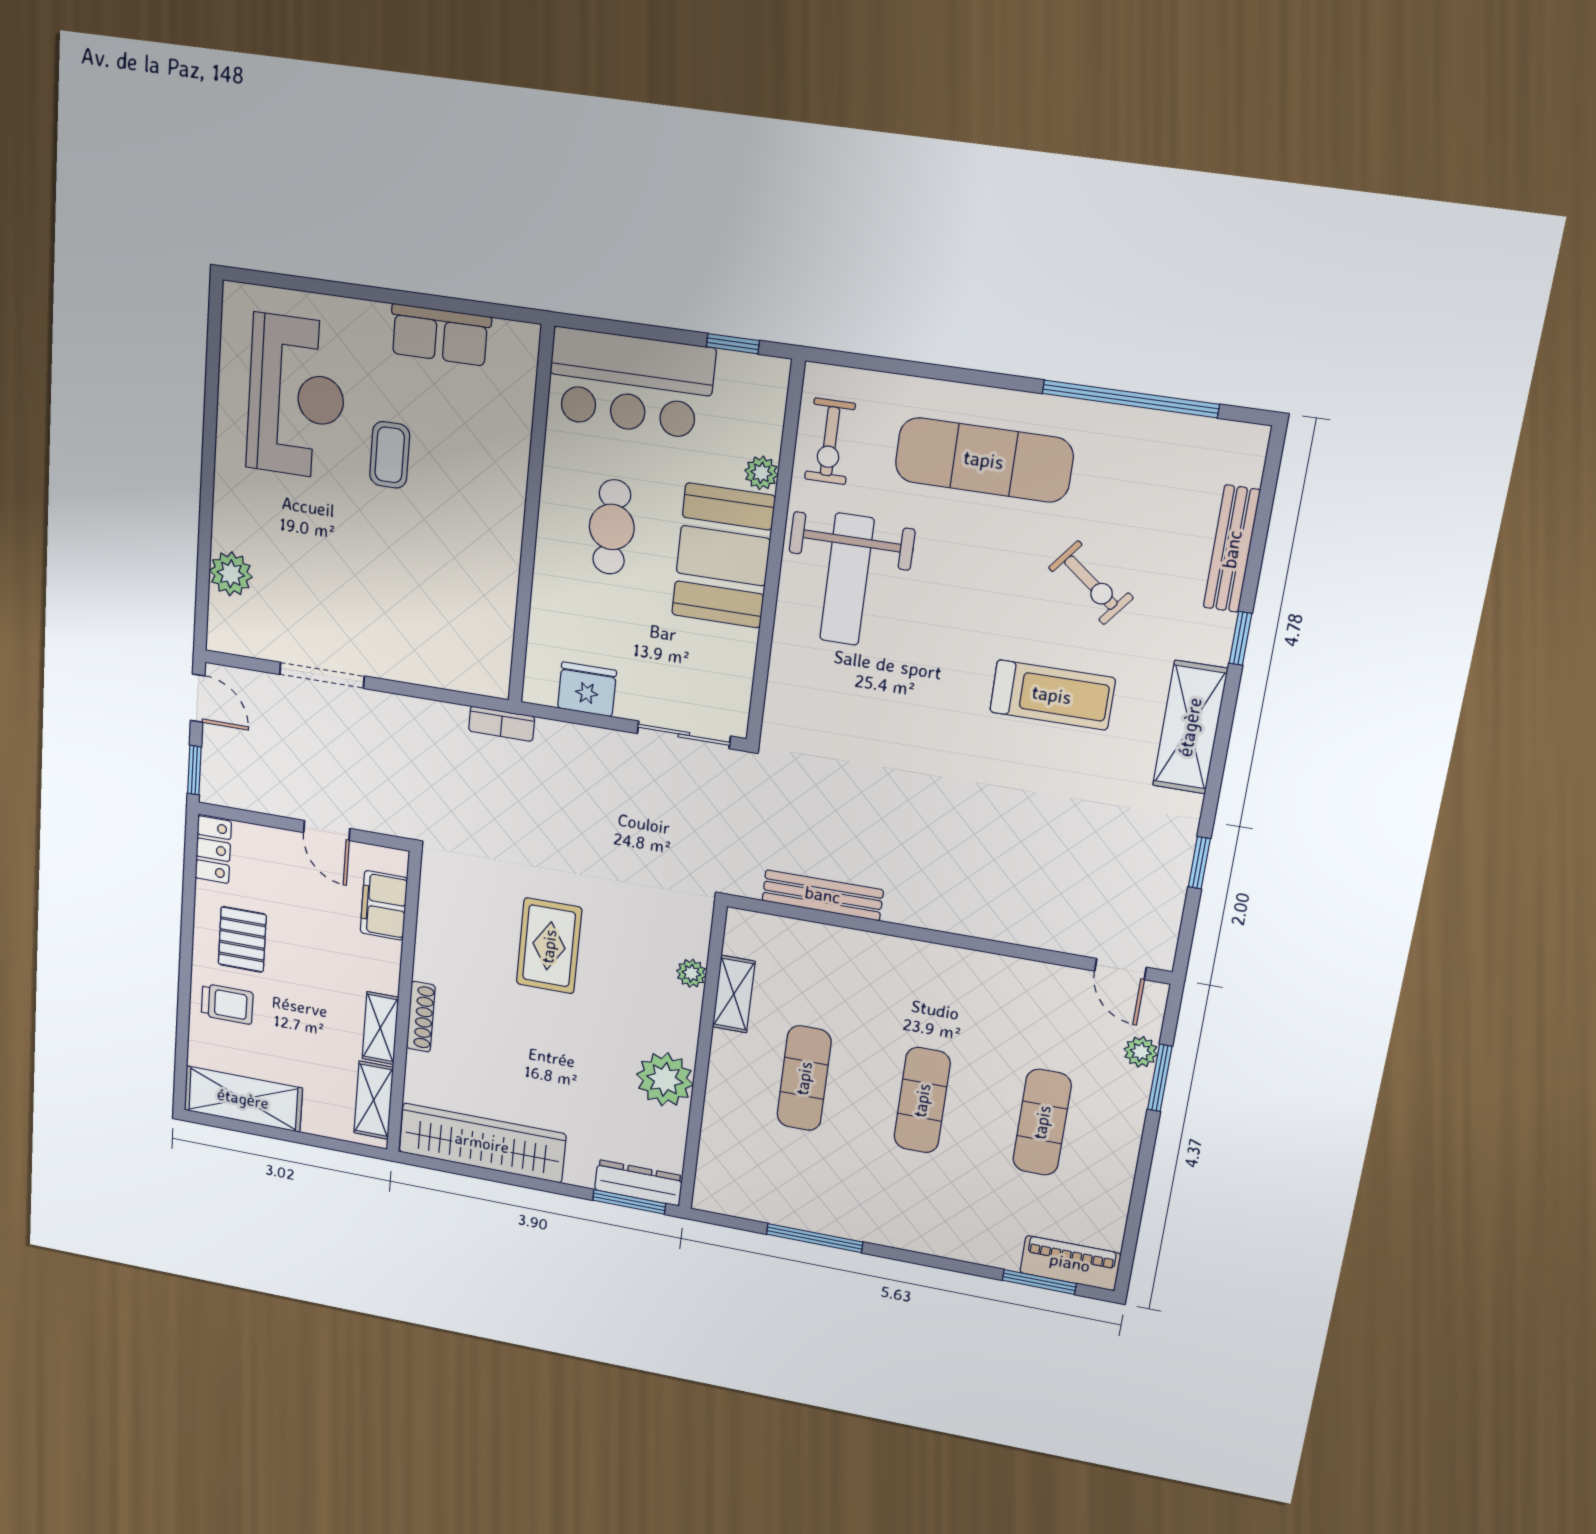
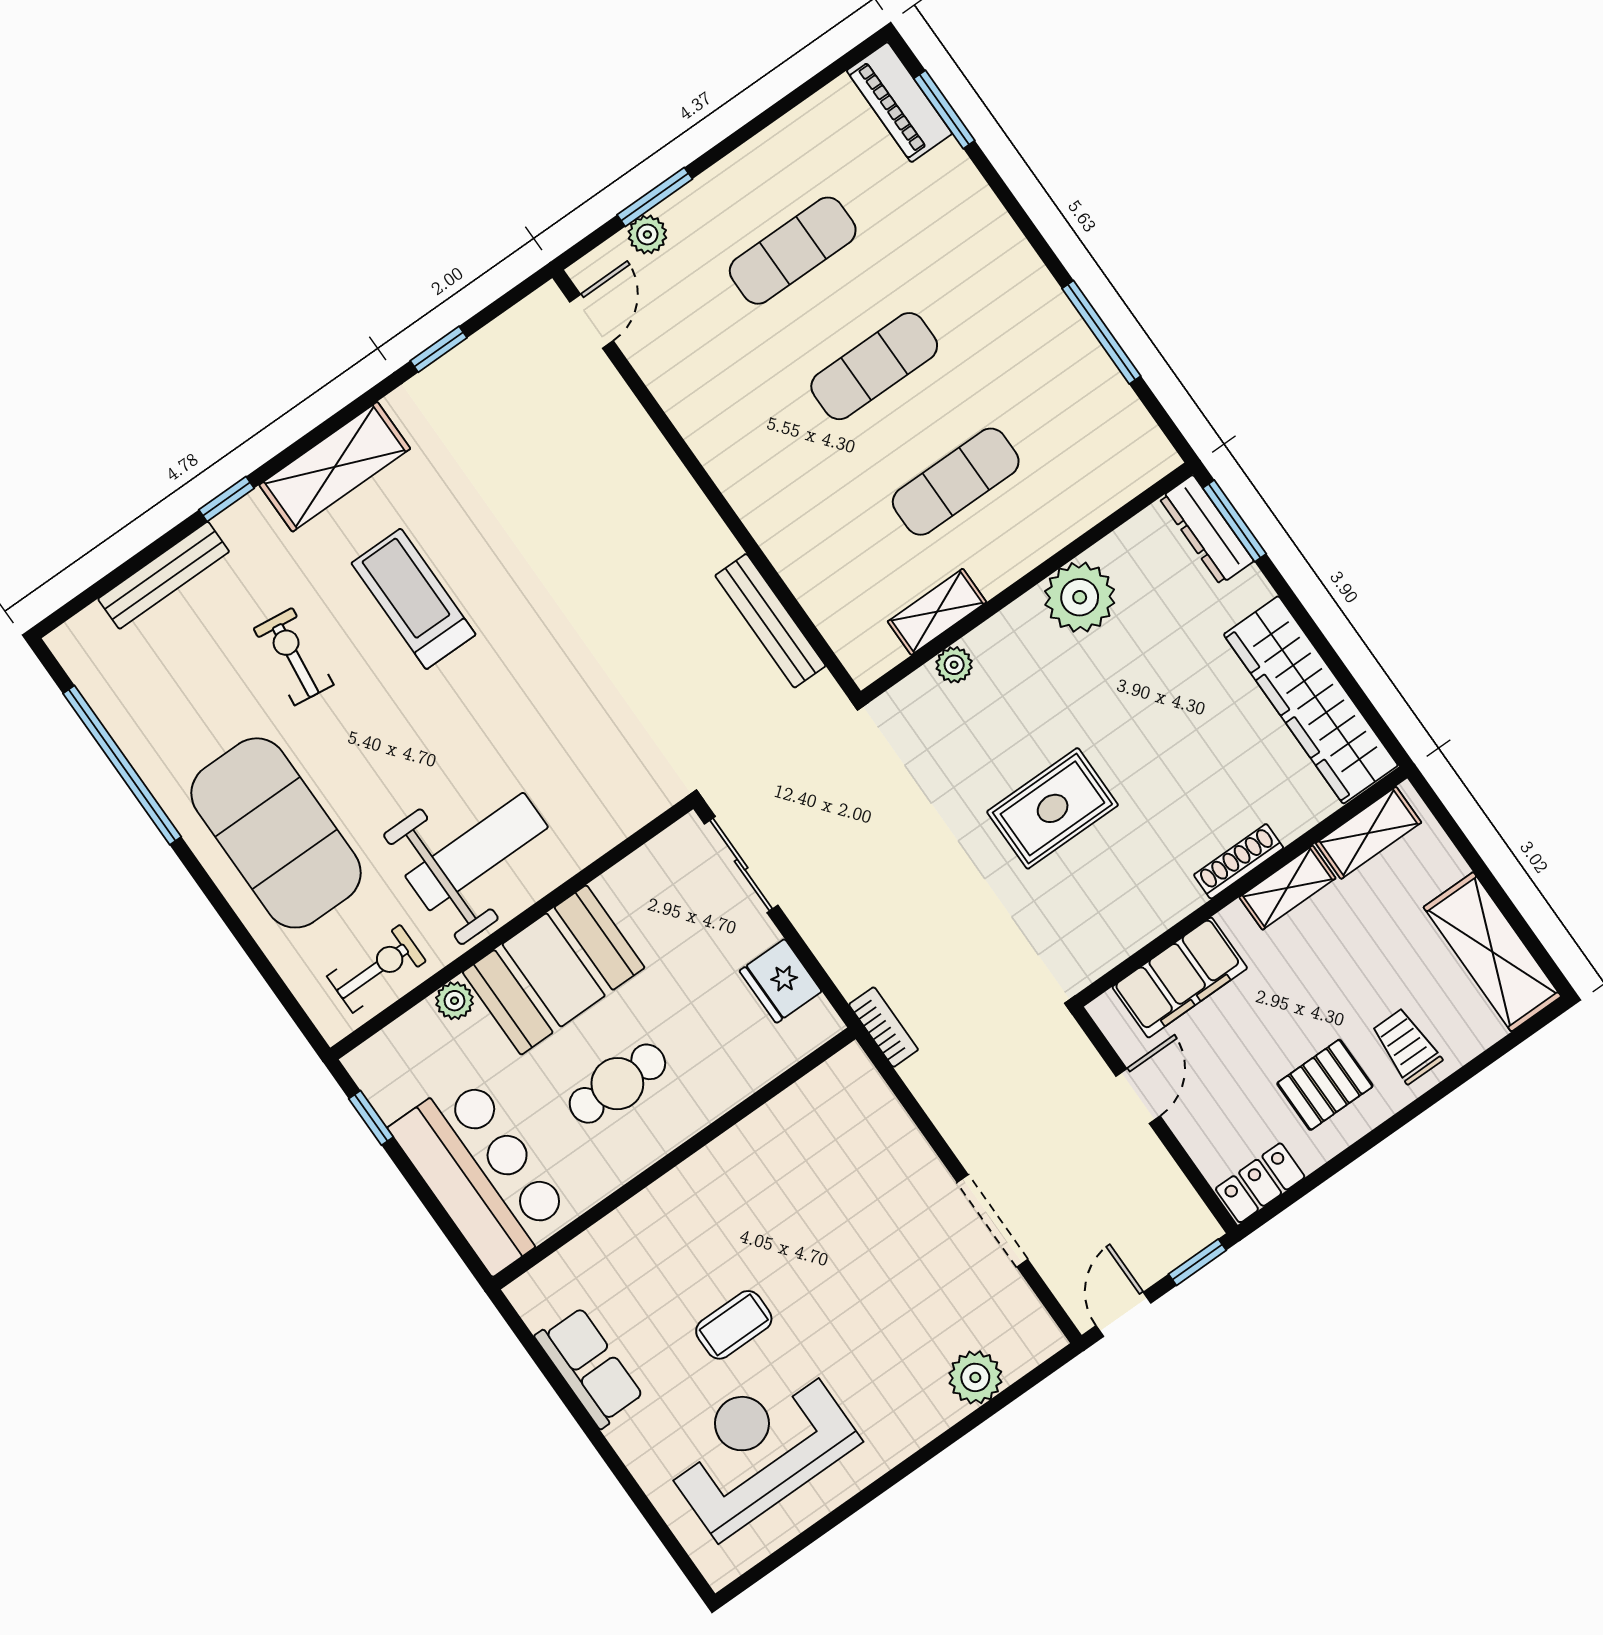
exercise mat: (984, 460) -> (276, 833), width x1.47
exercise bike: (1091, 583) -> (293, 657), turned -31
filing cabinet: (384, 905) -> (1180, 977), width x1.50, depth x1.17

